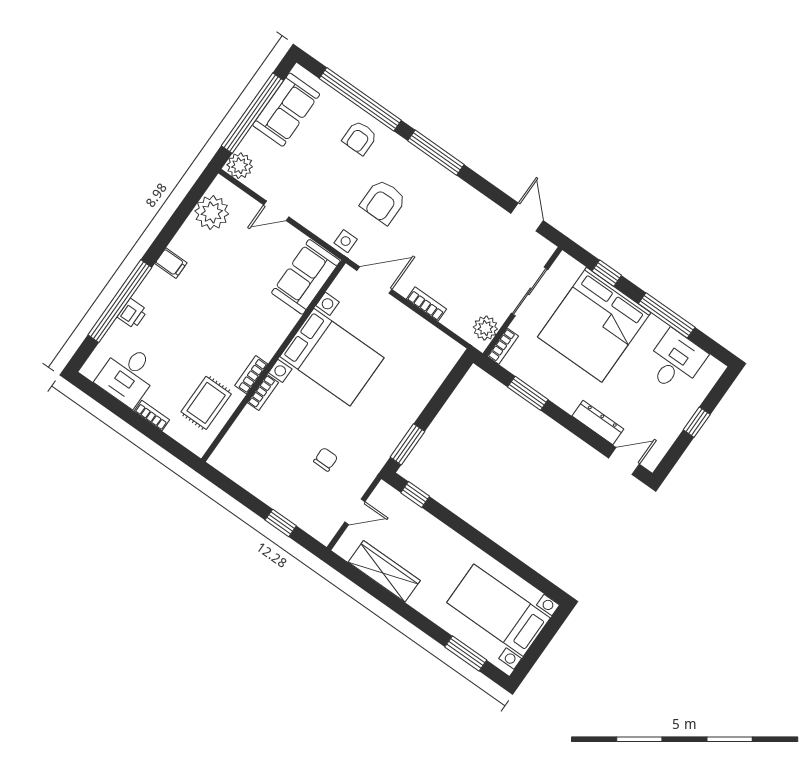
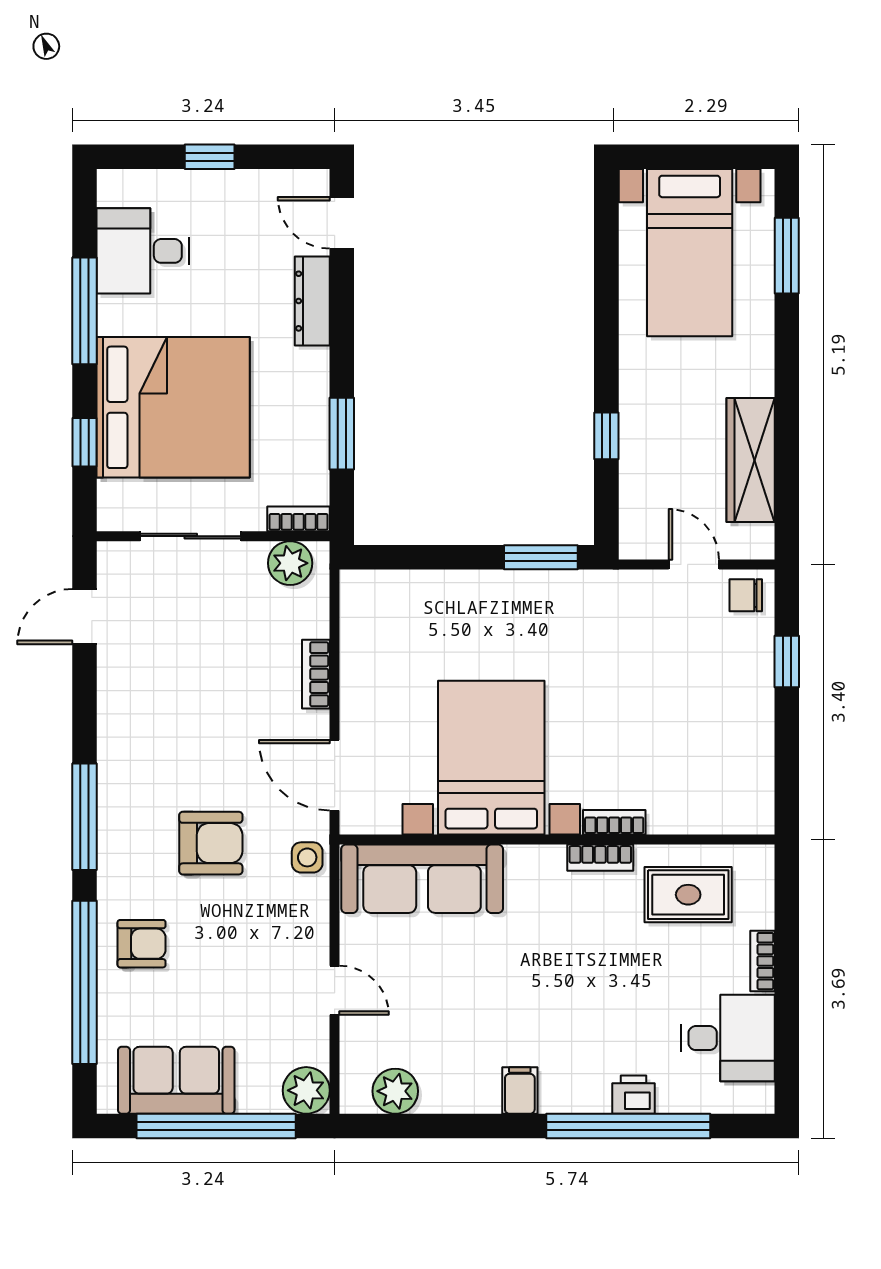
plant: (212, 212) -> (395, 1091), width x0.73, depth x0.73
sofa: (306, 277) -> (422, 879), width x1.36
chair: (326, 459) -> (746, 595), moved
window: (415, 495) -> (606, 436), moved

